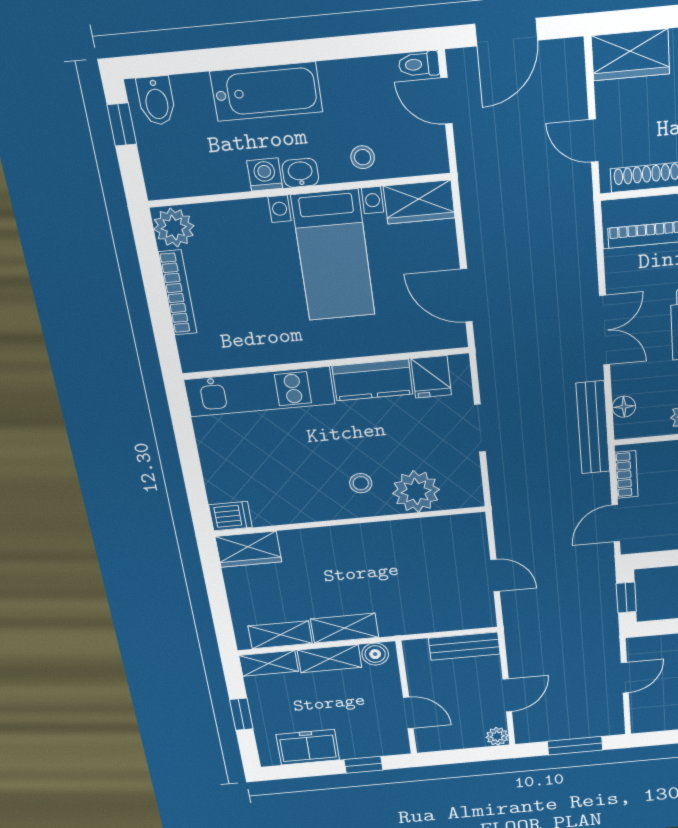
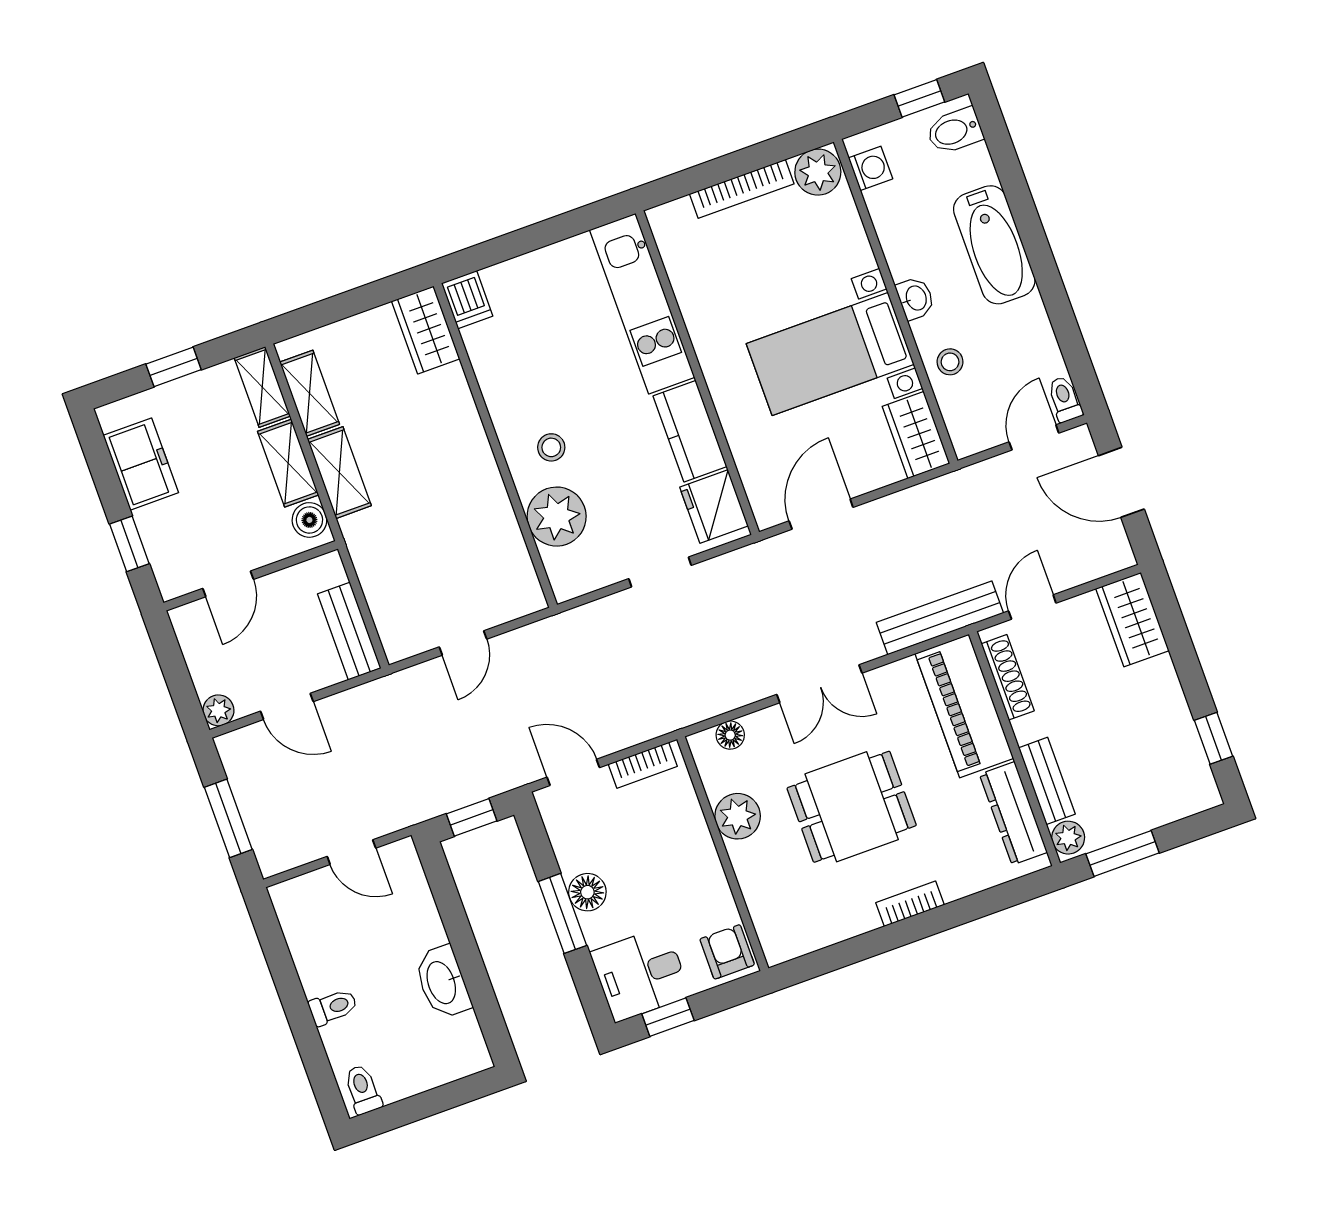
washing machine: (265, 175) -> (870, 168), moved
fridge: (431, 377) -> (714, 506), width x1.38
bench: (593, 428) -> (940, 618), moved

